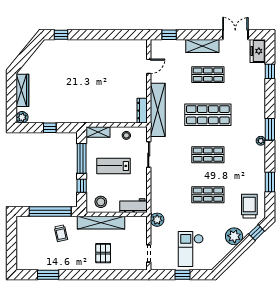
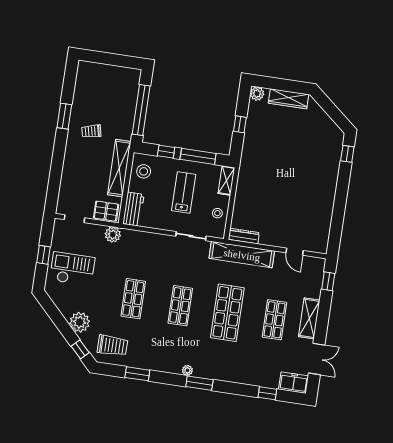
trolley: (61, 233) -> (91, 131), moved
pallet: (103, 253) -> (106, 211), moved
window: (48, 275) -> (64, 116), moved

